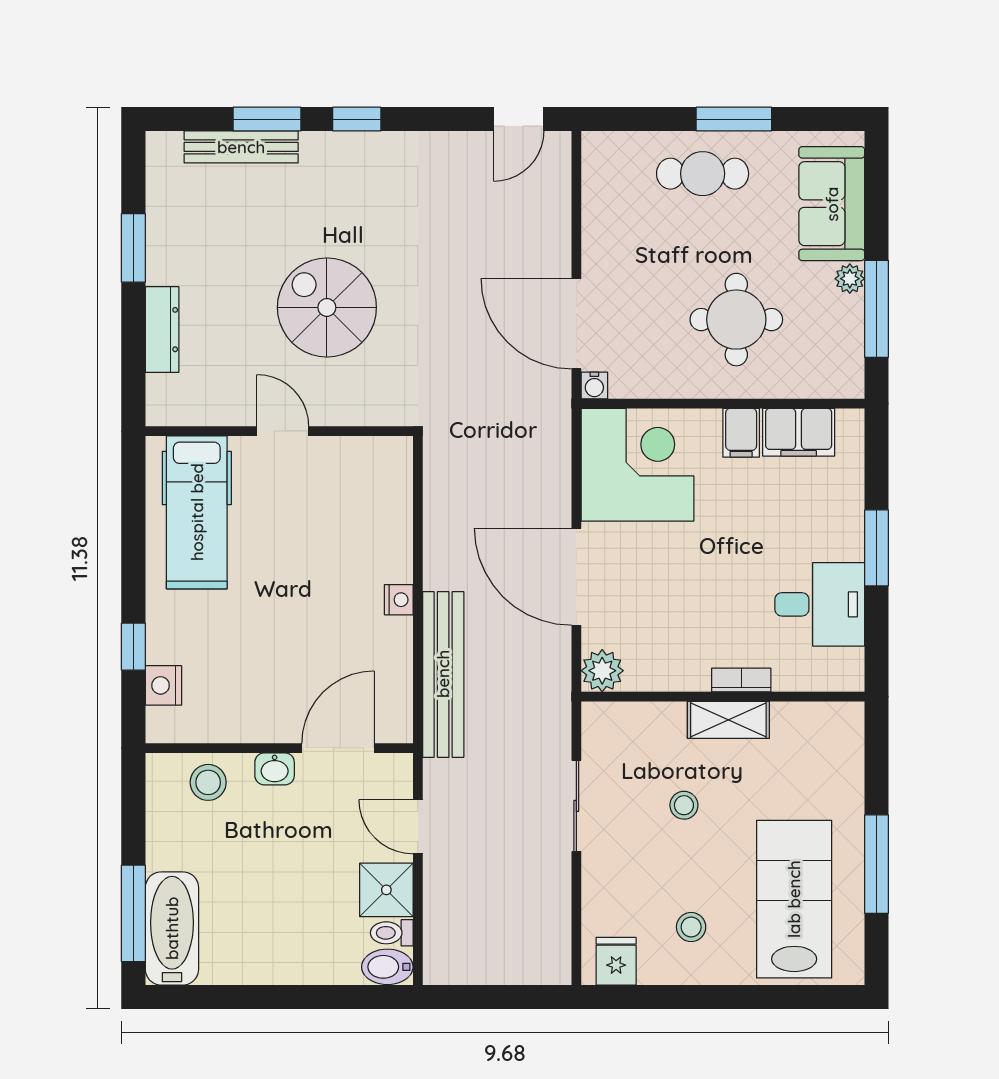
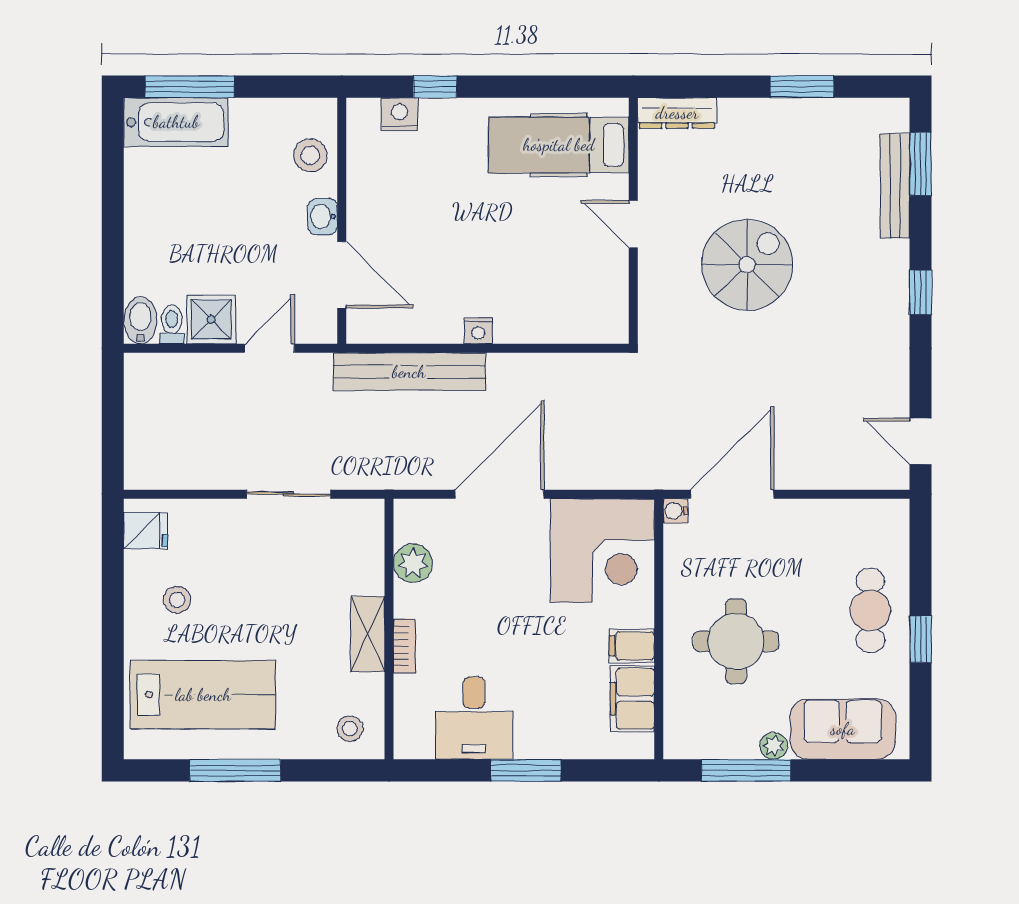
window: (267, 119) -> (921, 164), moved
window: (734, 119) -> (921, 639), width x0.67
dresser: (162, 330) -> (677, 113), moved
door: (283, 431) -> (633, 224), swing flipped
plant: (602, 671) -> (413, 563), moved
stool: (684, 805) -> (350, 729), moved

